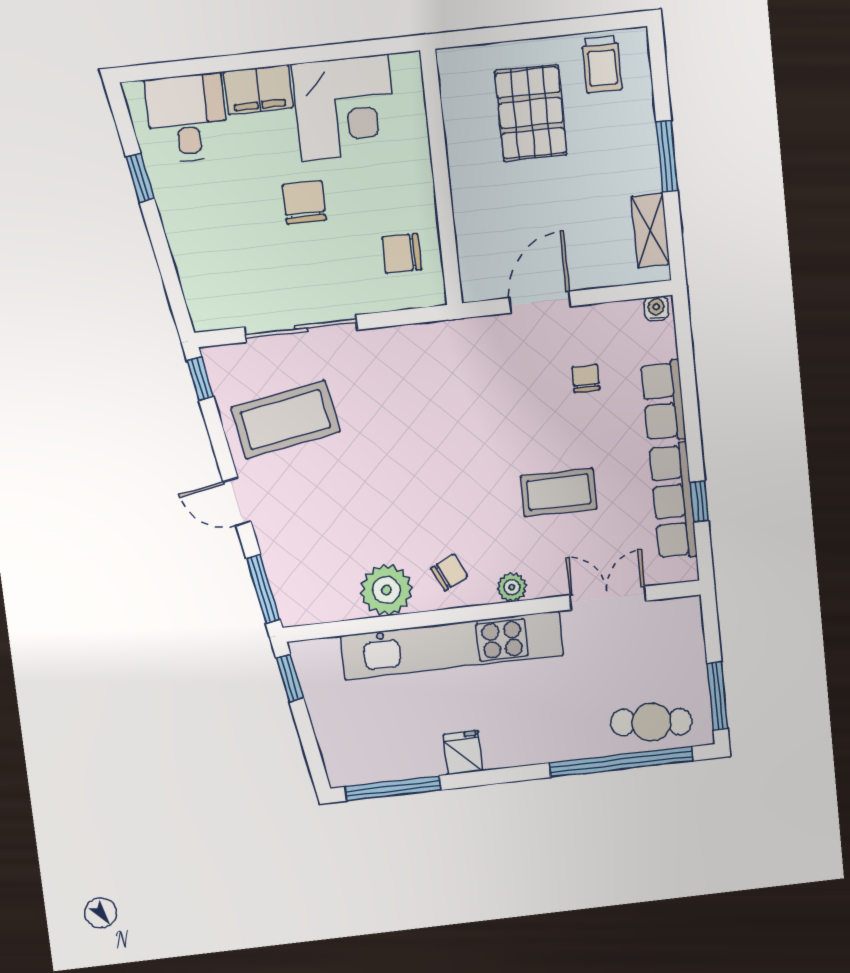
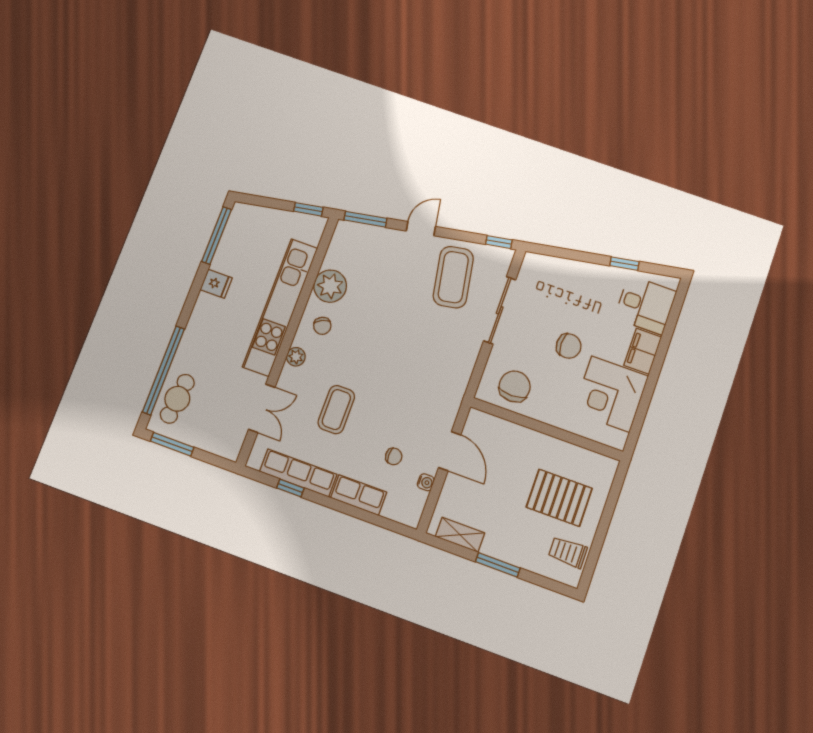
chair: (402, 253) -> (515, 386), width x1.37, depth x1.37
water cooler: (656, 309) -> (426, 482), moved

